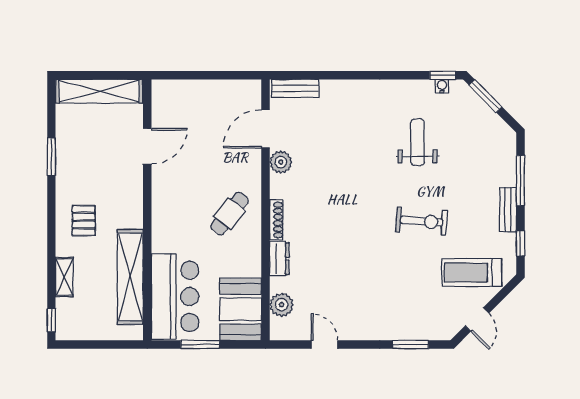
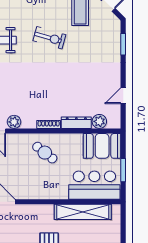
exercise bike: (422, 221) -> (49, 38), turned 102
dresser: (279, 259) -> (76, 123), width x1.44

